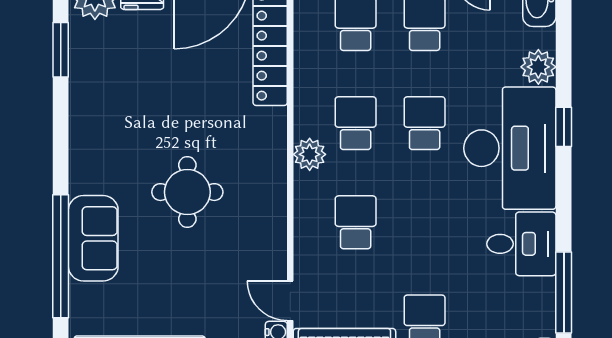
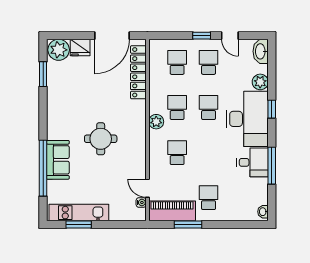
window: (564, 292) -> (272, 166), moved

